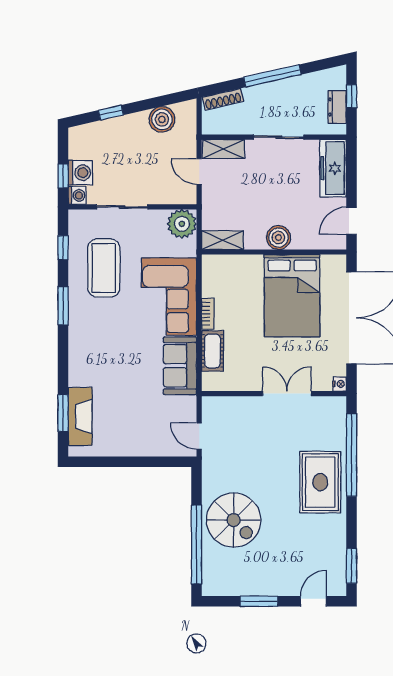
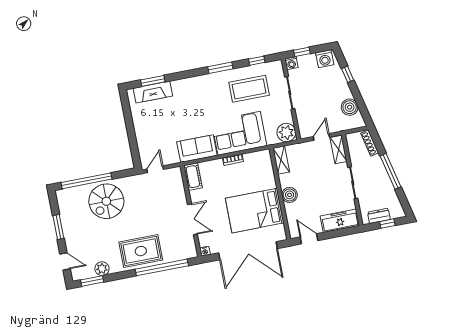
washing machine: (80, 173) -> (325, 59), moved
cot: (213, 351) -> (193, 177), moved, turned 90
plant: (336, 547) -> (102, 269), added

